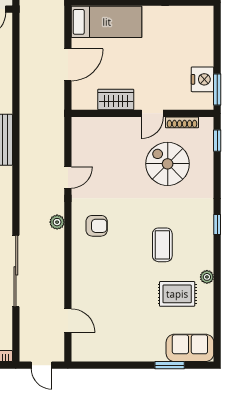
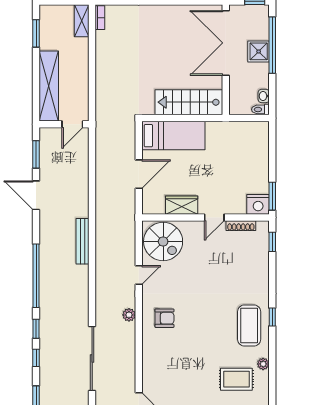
nightstand: (203, 79) -> (258, 204), moved, turned 90
spiral stairs: (168, 164) -> (163, 242), moved, turned 180
coffee table: (162, 245) -> (249, 325), moved, width x1.36, depth x1.32

